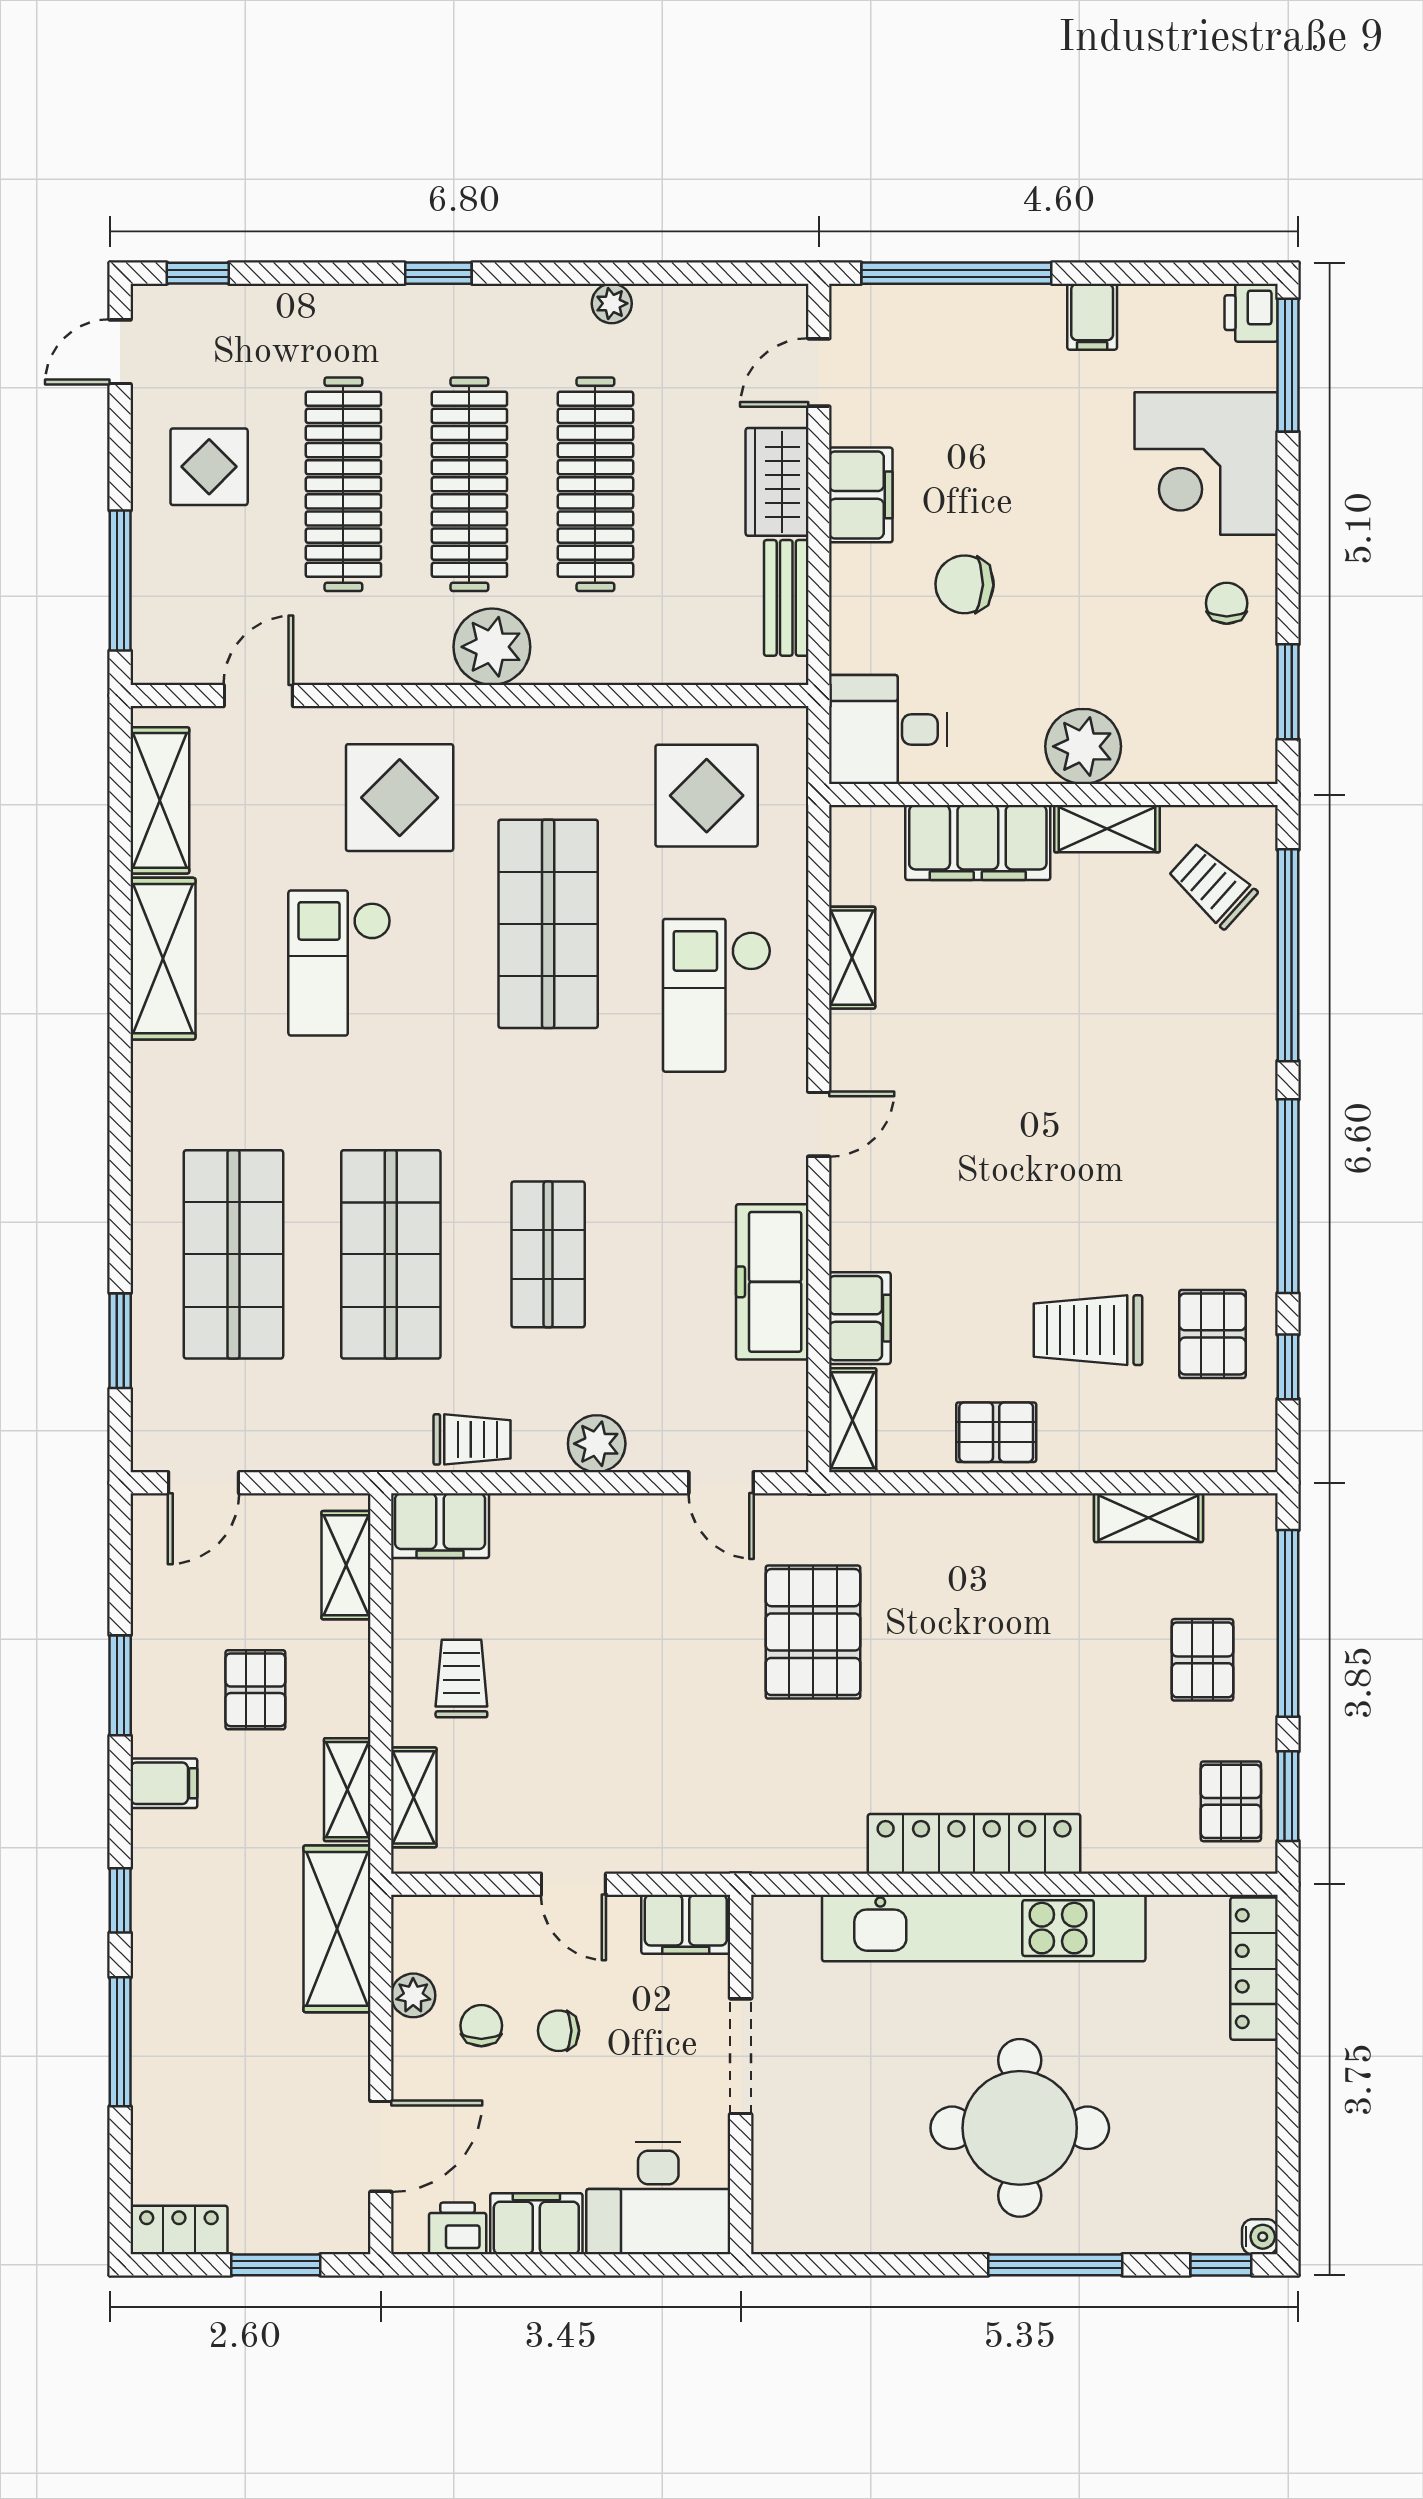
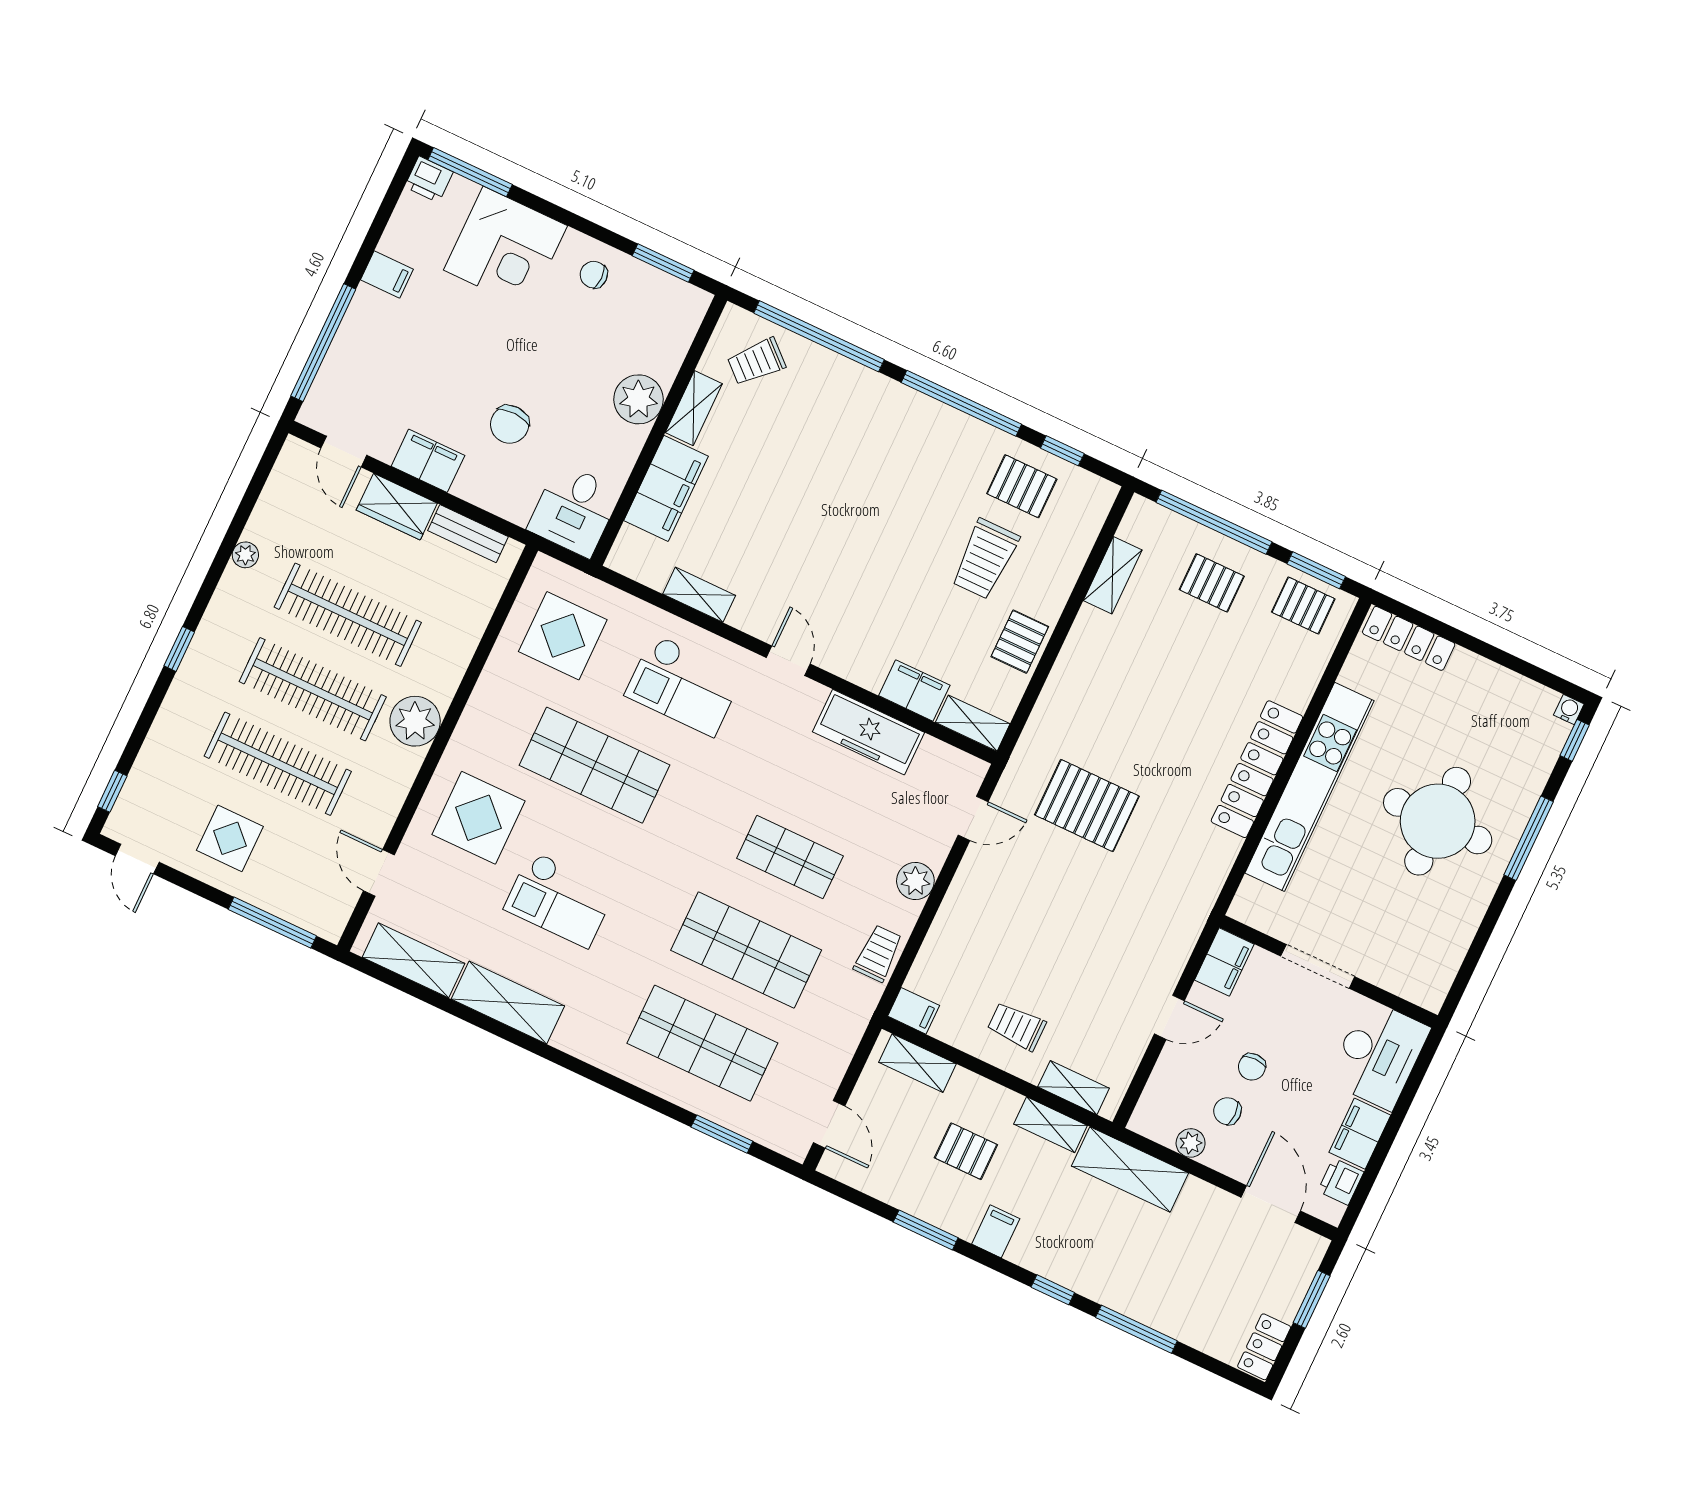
filing cabinet: (440, 1526) -> (914, 1011), width x0.50

